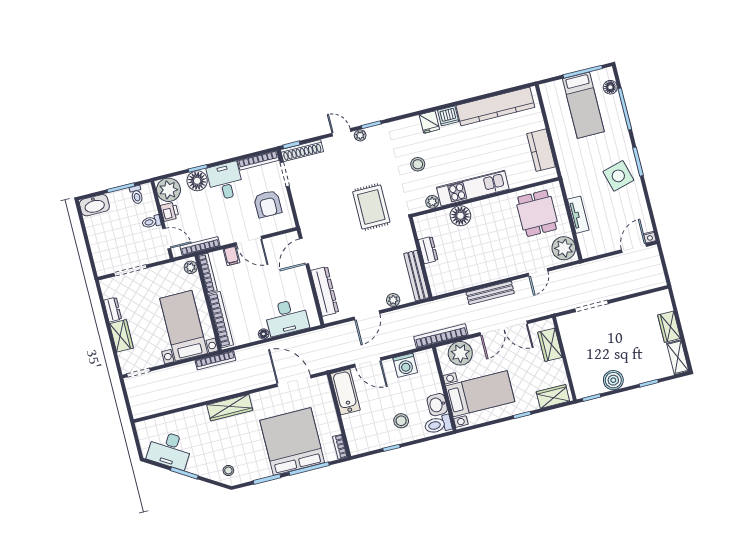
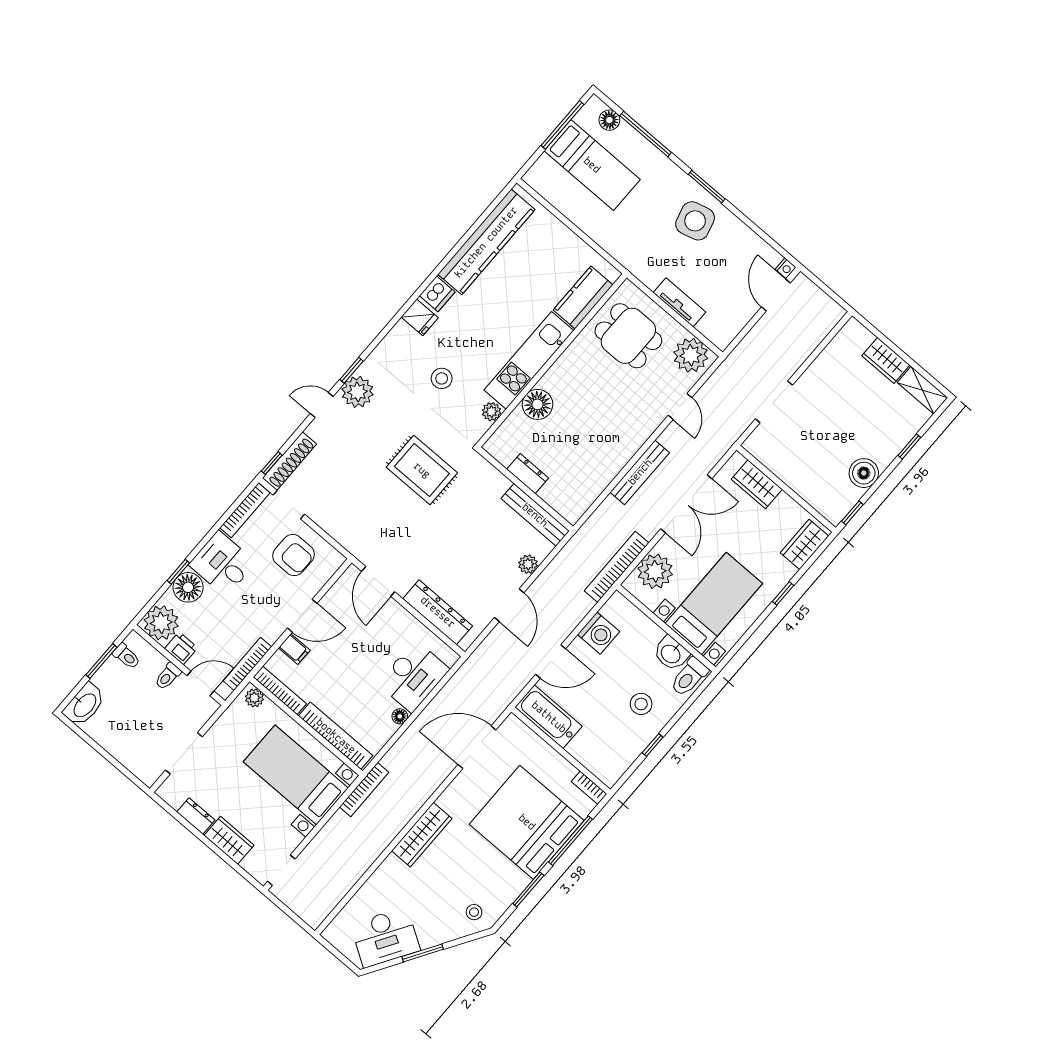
plant: (360, 135) -> (358, 392), width x1.88, depth x1.88
kitchen counter: (541, 150) -> (583, 297), moved, turned 90

